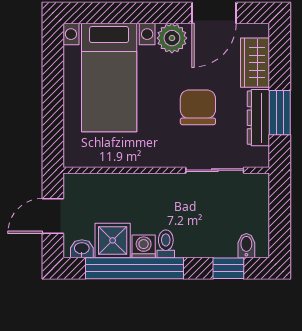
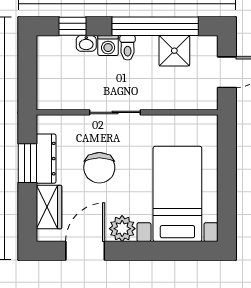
sliding door: (215, 170) -> (115, 112), moved
washing machine: (144, 246) -> (108, 45), moved
bidet: (246, 246) -> (57, 46), removed
washbasin: (82, 249) -> (86, 43), moved

